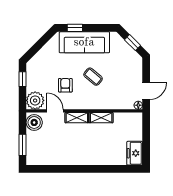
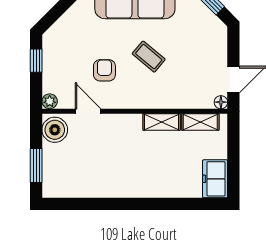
plant: (35, 100) -> (50, 101), width x0.53, depth x0.53
shelving: (77, 118) -> (200, 122), moved

